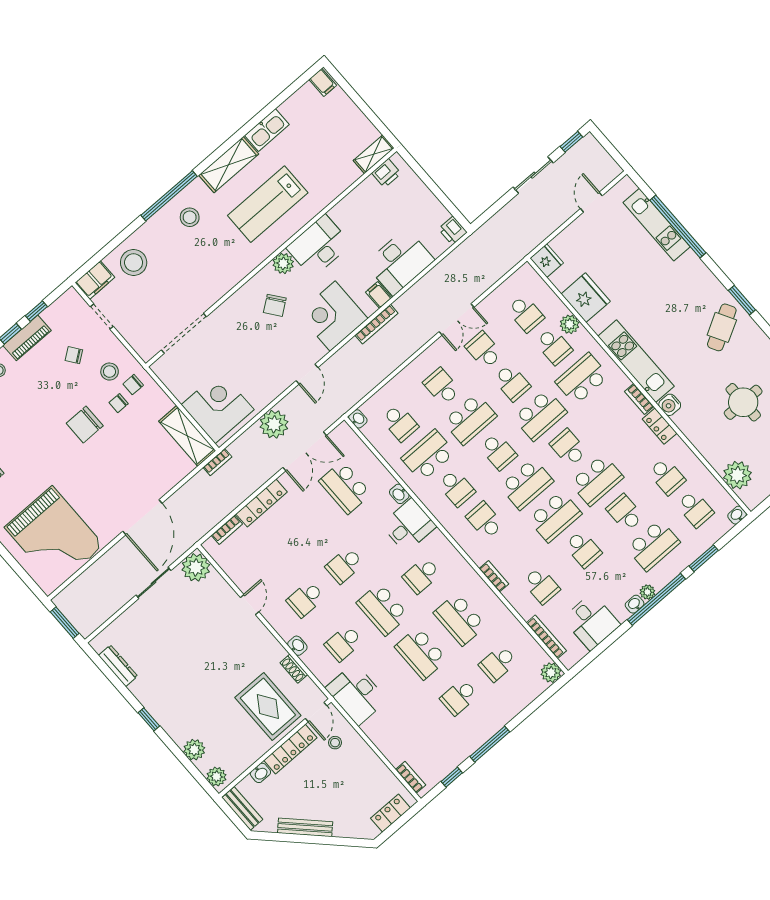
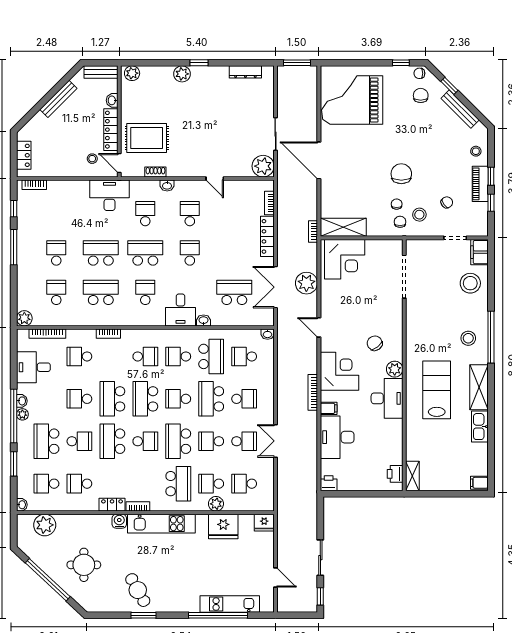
plant: (194, 750) -> (182, 74), moved

